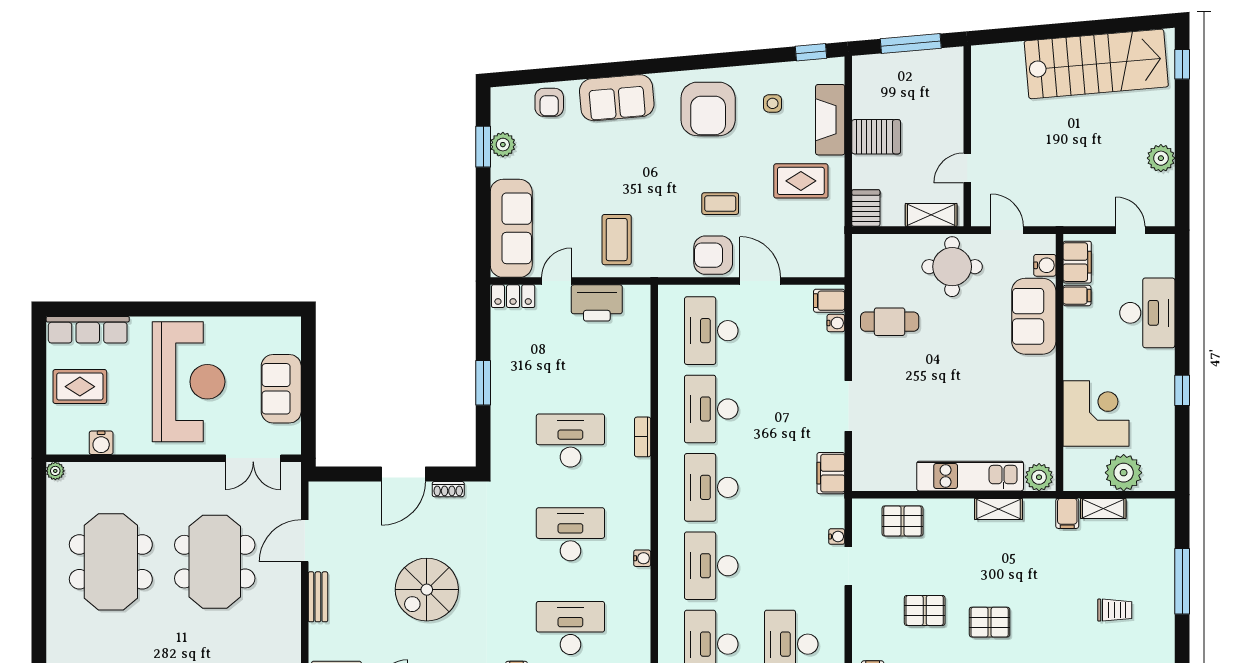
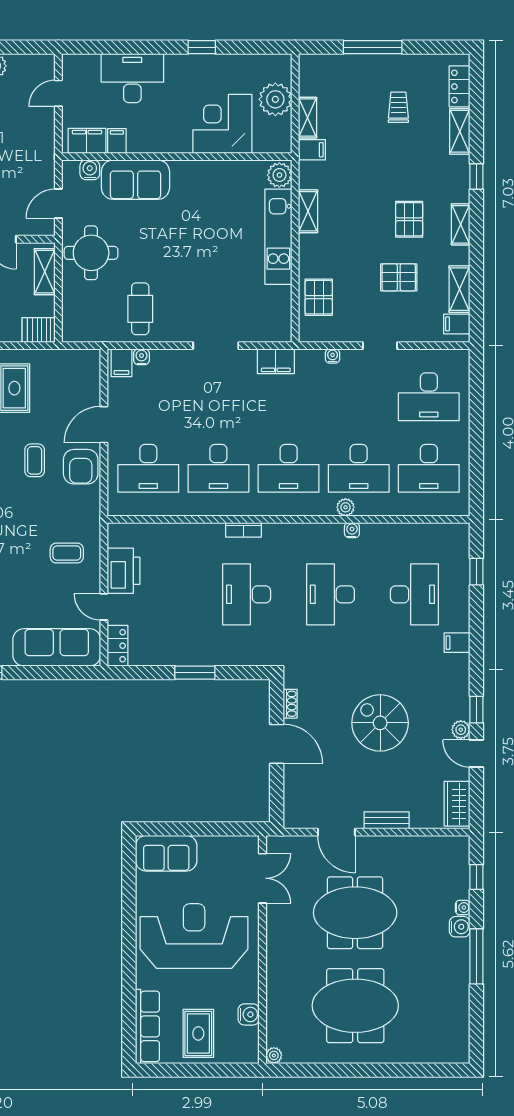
coffee table: (617, 240) -> (67, 553), width x0.73, depth x0.77
sofa: (281, 389) -> (166, 853), moved
plant: (668, 551) -> (345, 507), added
doorway: (848, 566) -> (380, 346), moved
spiral stairs: (427, 590) -> (380, 723), turned 180
pallet: (925, 610) -> (399, 277), turned 90
desk: (570, 628) -> (414, 594), turned 180

